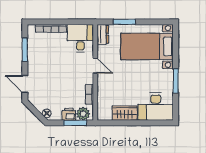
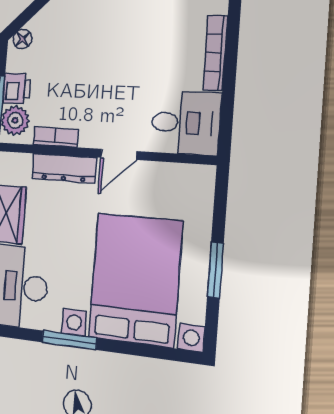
window: (124, 22) -> (215, 270), moved
dresser: (103, 34) -> (64, 168), moved, width x1.44
bed with nightstands: (147, 46) -> (135, 280), width x1.36

